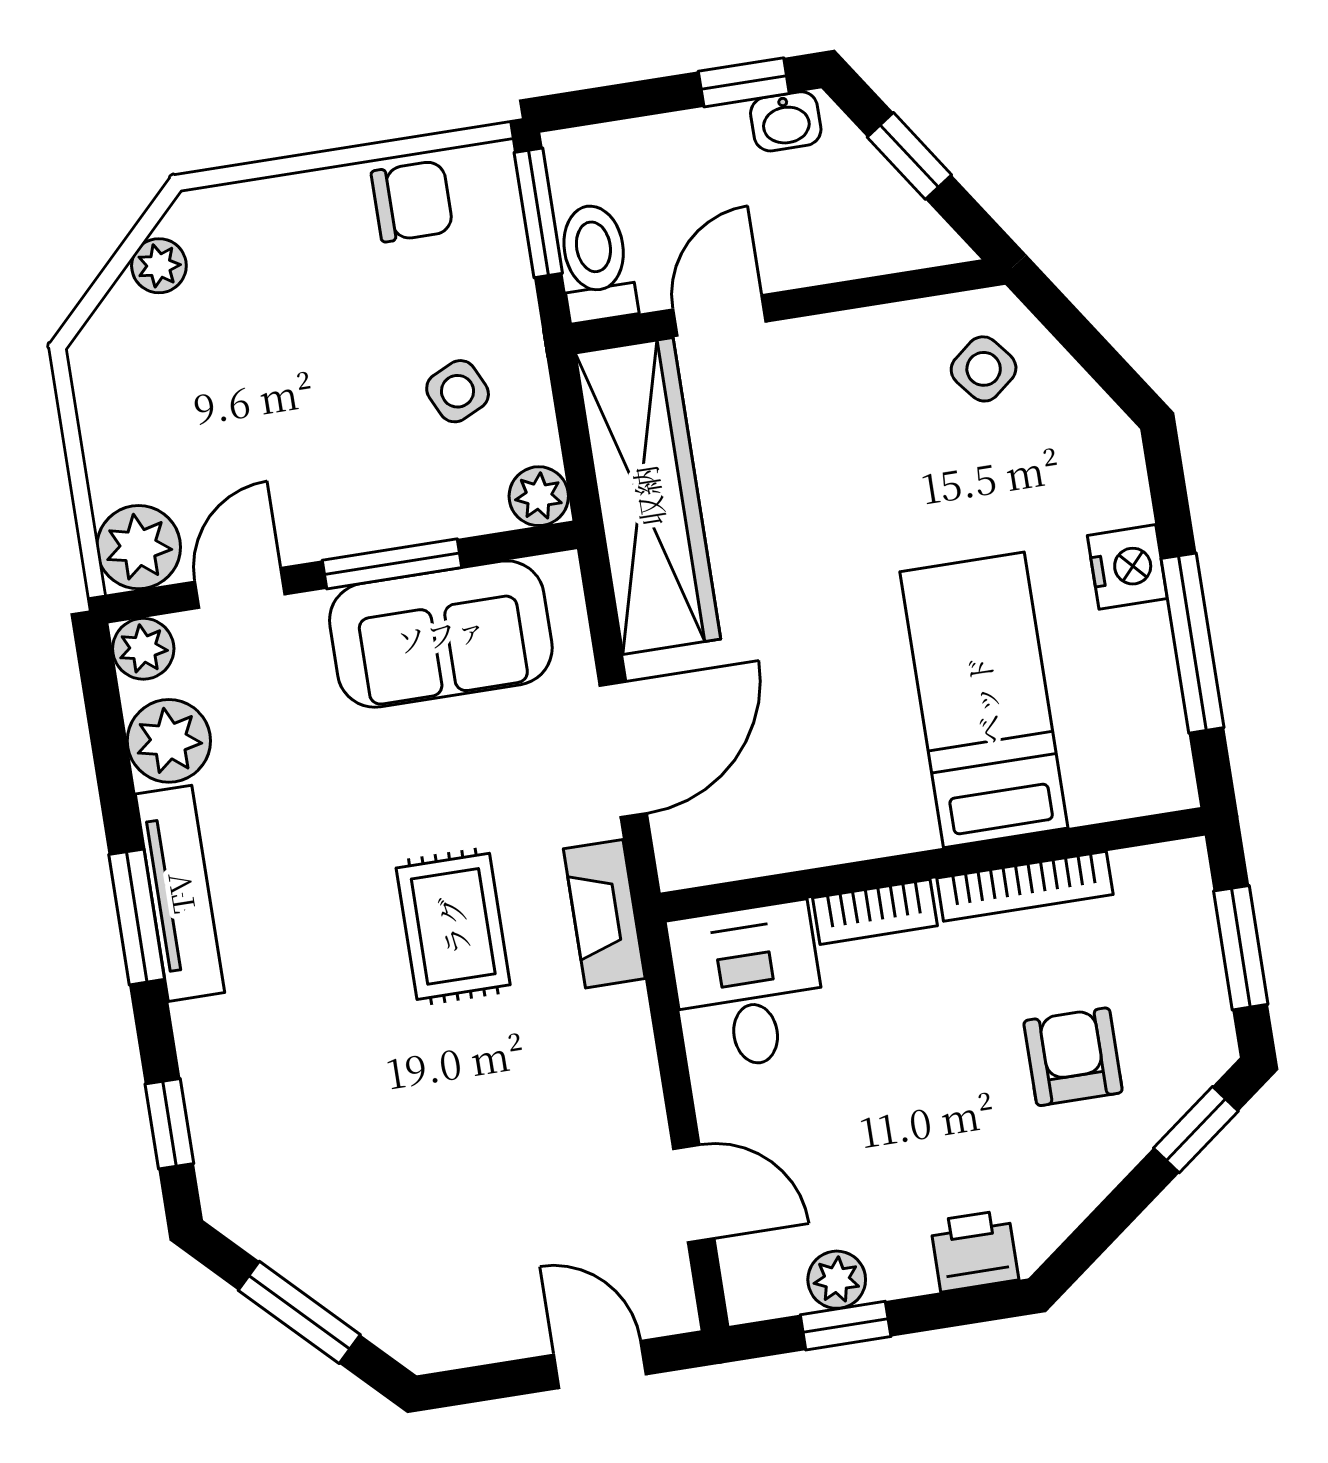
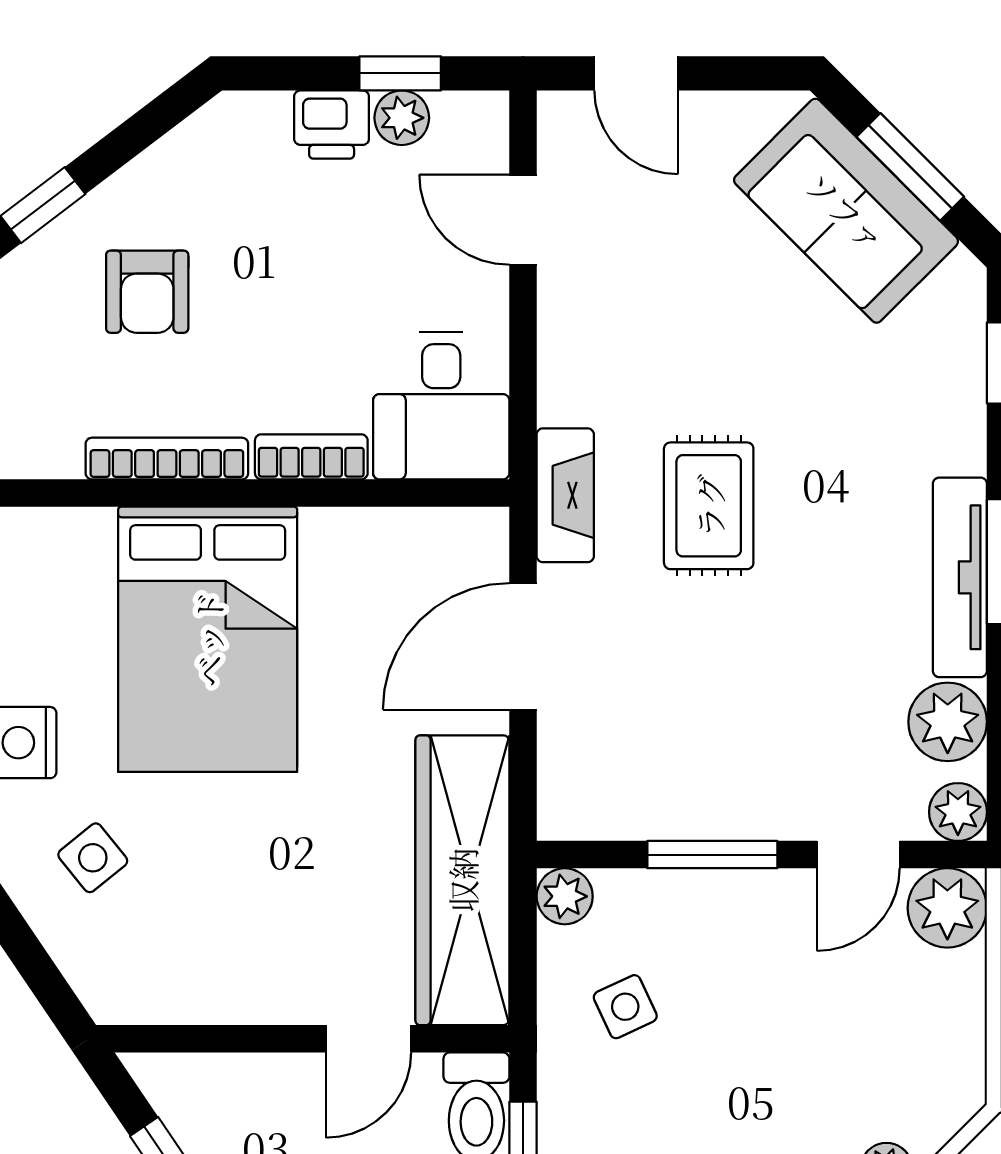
side table: (984, 369) -> (93, 858), moved
sofa: (441, 634) -> (846, 211), moved, turned -135
bed: (984, 700) -> (208, 639), width x1.50
printer: (974, 1251) -> (332, 125), moved

